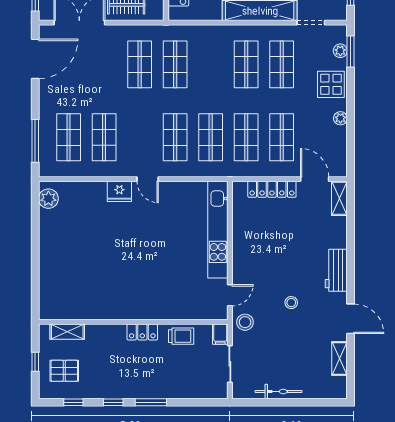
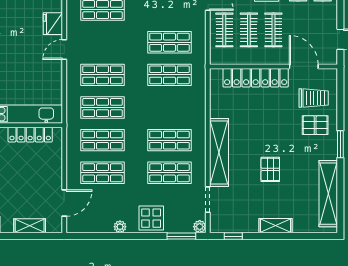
plant: (340, 51) -> (200, 227), moved
locker: (272, 189) -> (30, 135), moved, turned -90
shelving: (339, 198) -> (30, 226), moved

